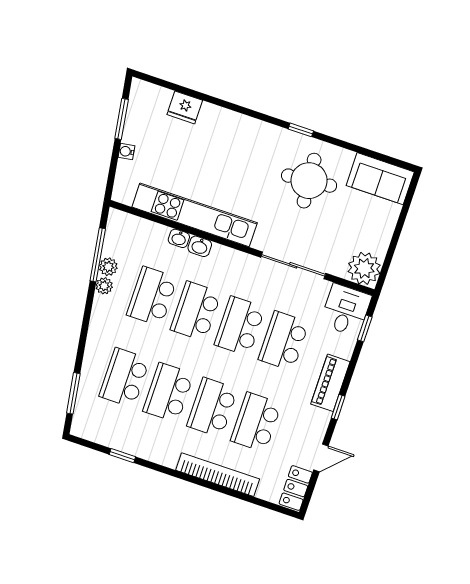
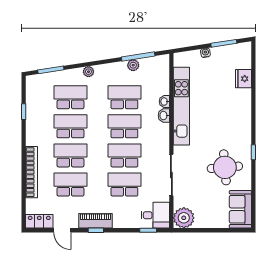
plant: (104, 286) -> (88, 72), moved
piano: (330, 383) -> (96, 221), moved

